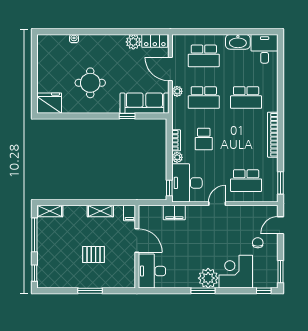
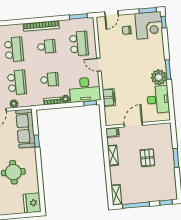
school desk: (246, 139) -> (46, 46), added
door: (281, 225) -> (111, 14), hinge flipped
desk: (152, 271) -> (158, 100), moved, turned -90
corner desk: (236, 272) -> (149, 25), moved, turned -90
plant: (208, 278) -> (159, 77), moved

